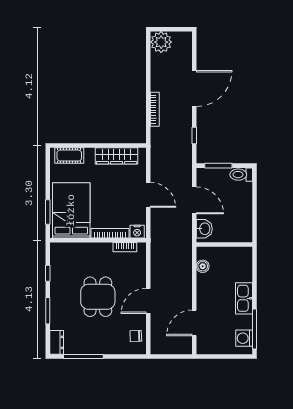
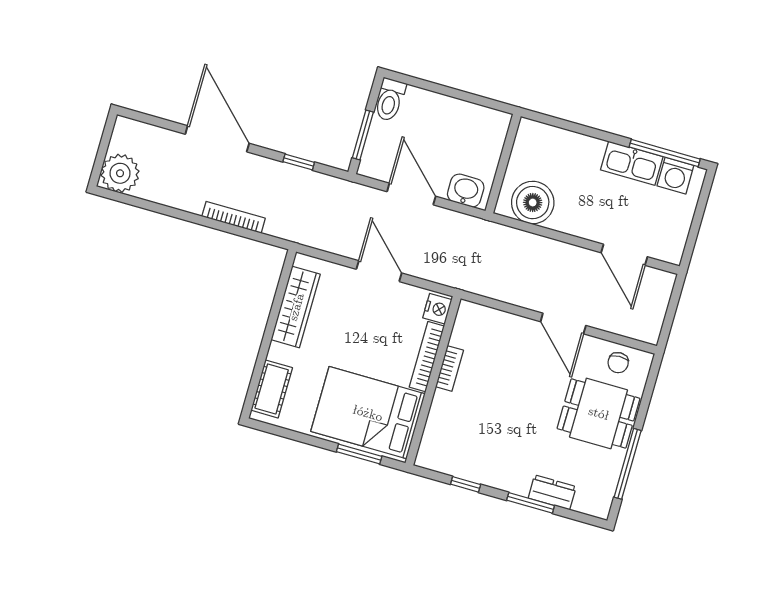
door: (148, 195) -> (379, 271), hinge flipped
door: (194, 200) -> (411, 194), hinge flipped
bookcase: (125, 247) -> (450, 368), moved
boiler: (203, 266) -> (533, 203), width x1.86, depth x1.86
dining table: (98, 297) -> (599, 413), moved
kitchen sink: (244, 298) -> (632, 163), moved
dresser: (57, 342) -> (552, 492), moved

